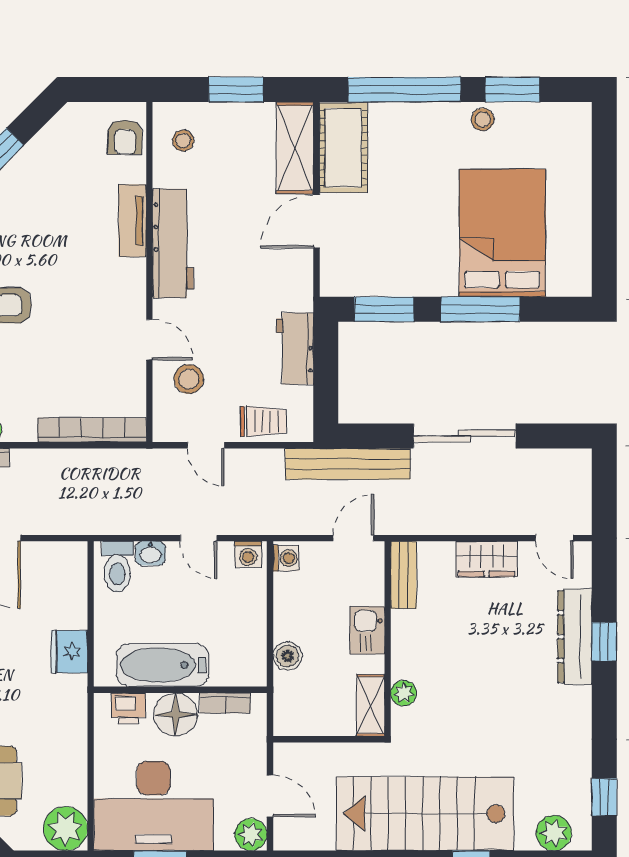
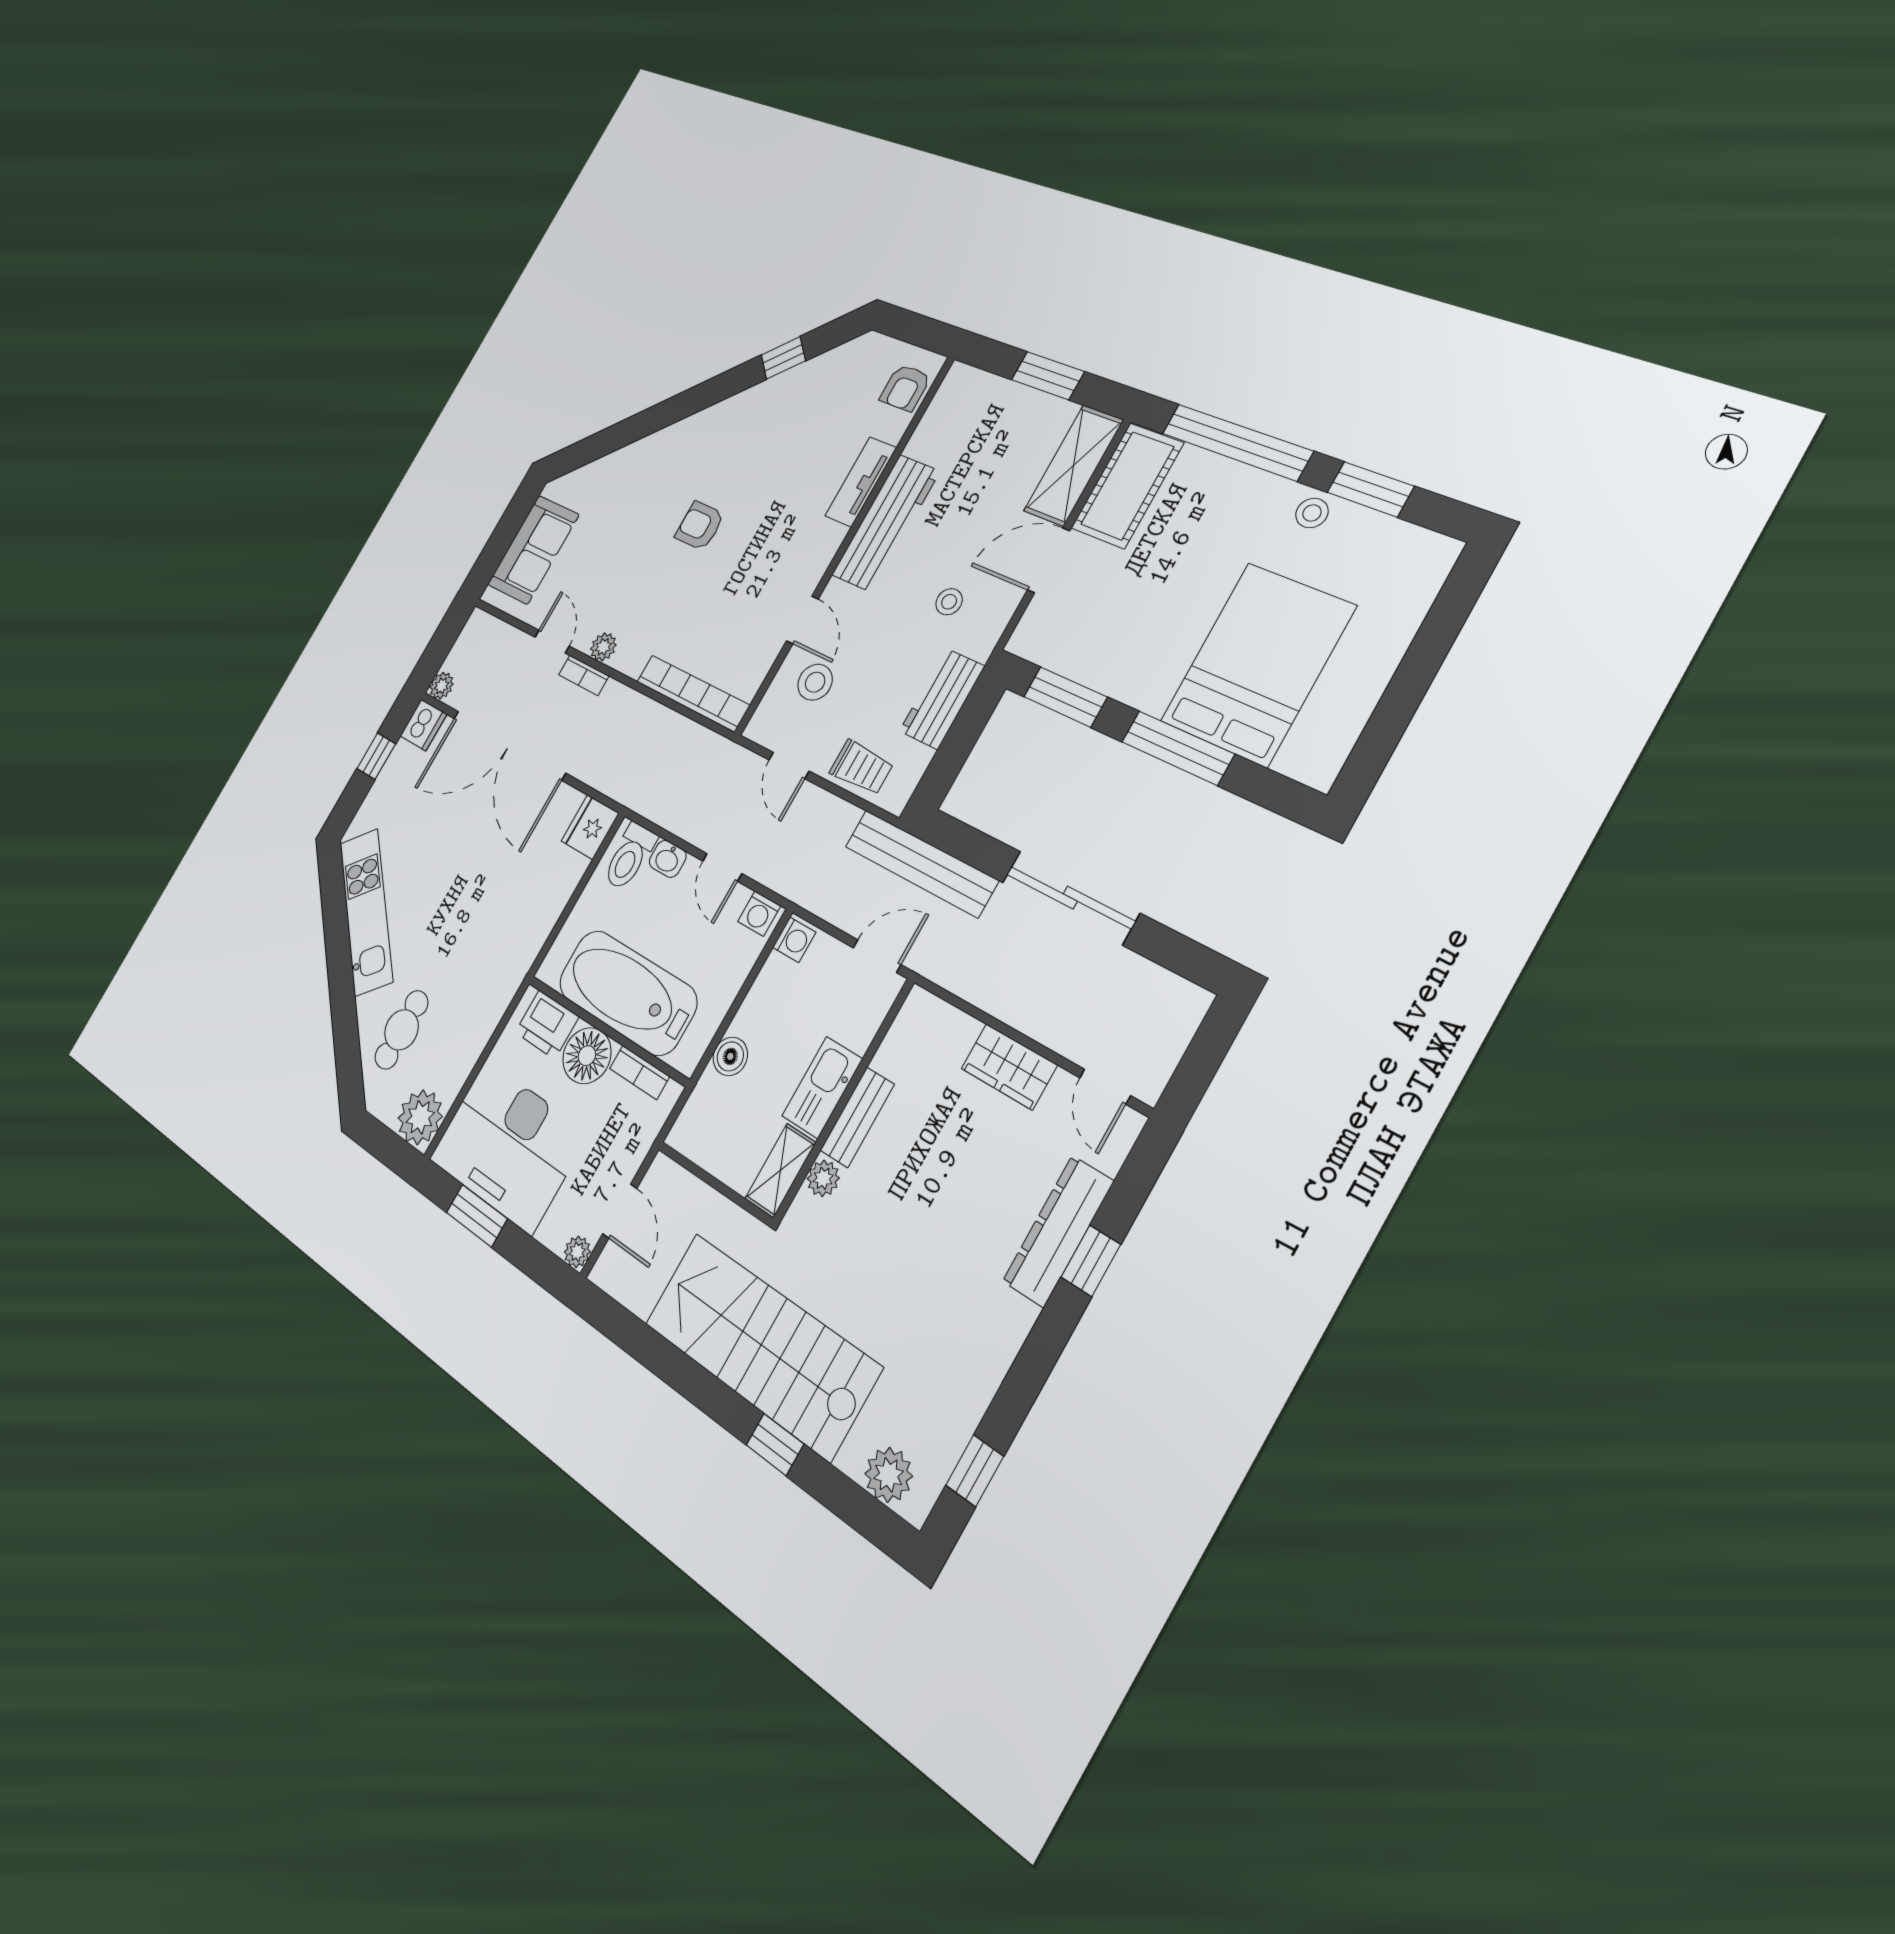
stool: (183, 141) -> (949, 602), moved
bench: (404, 575) -> (857, 1117), moved
kitchen sink: (367, 630) -> (822, 1087), width x1.38
fridge: (69, 652) -> (590, 827), moved
bathtub: (163, 665) -> (627, 992), width x1.36, depth x1.36
printer: (128, 708) -> (547, 1025), width x1.36, depth x1.24
plant: (251, 835) -> (577, 1252), width x0.73, depth x0.73

